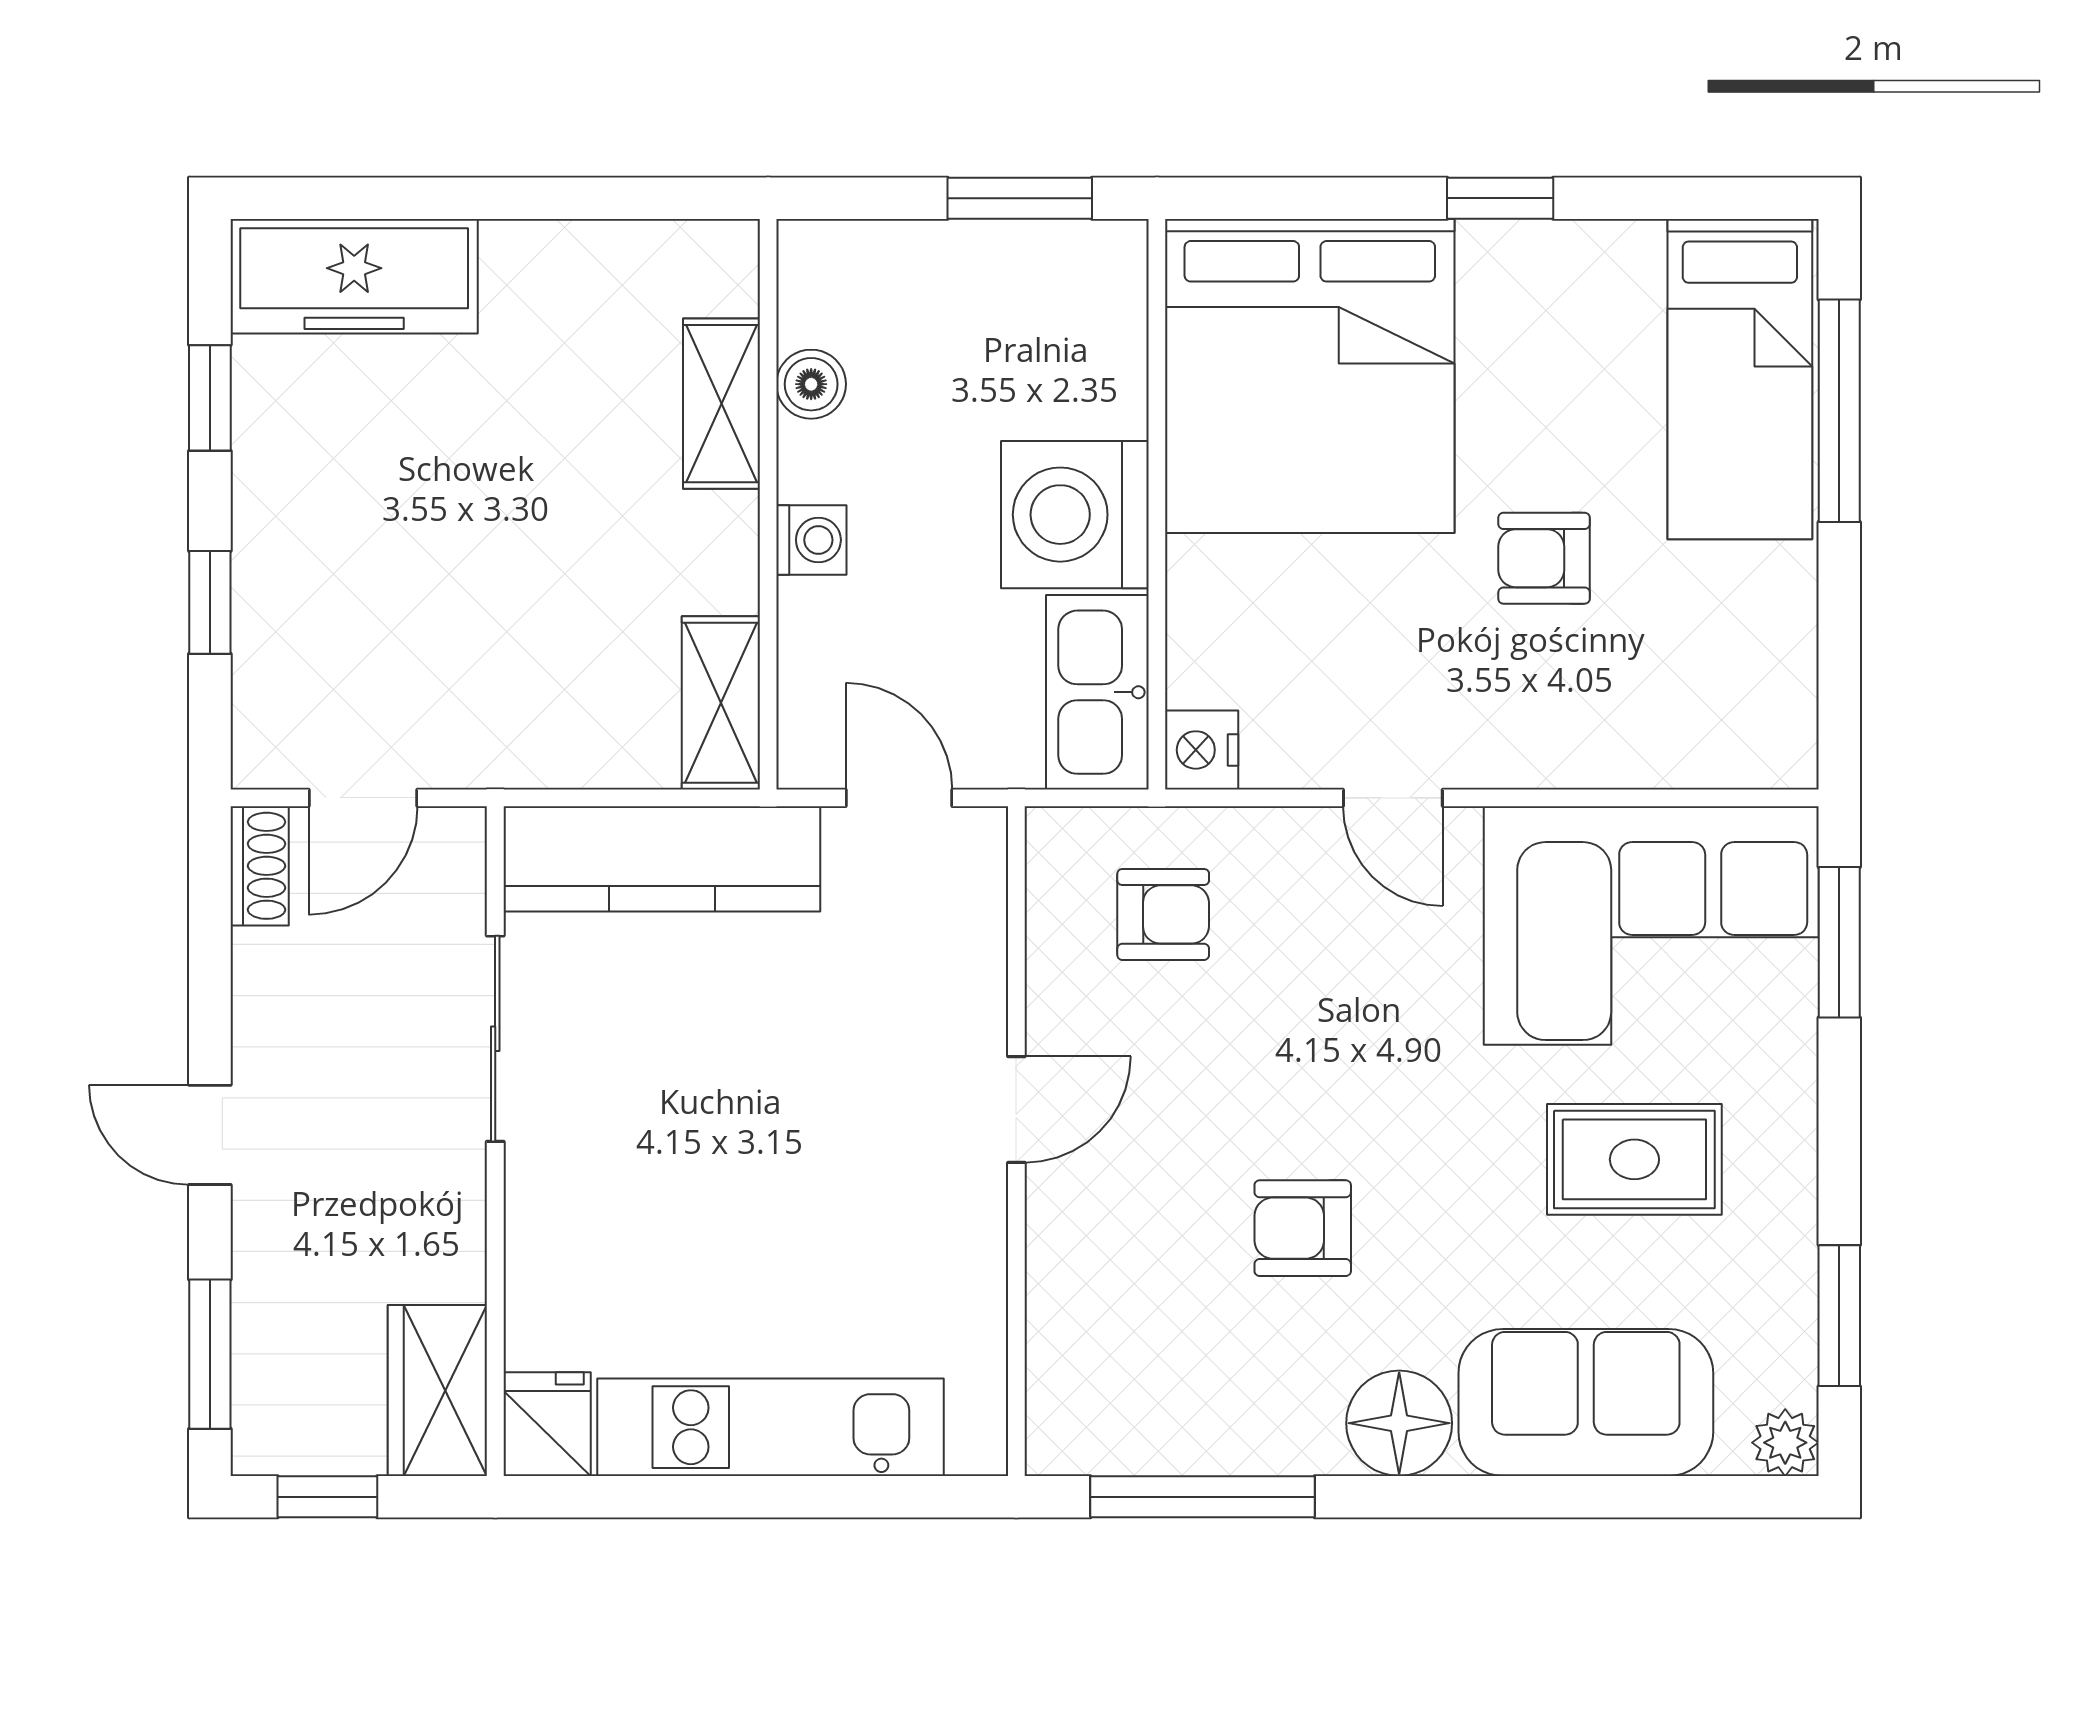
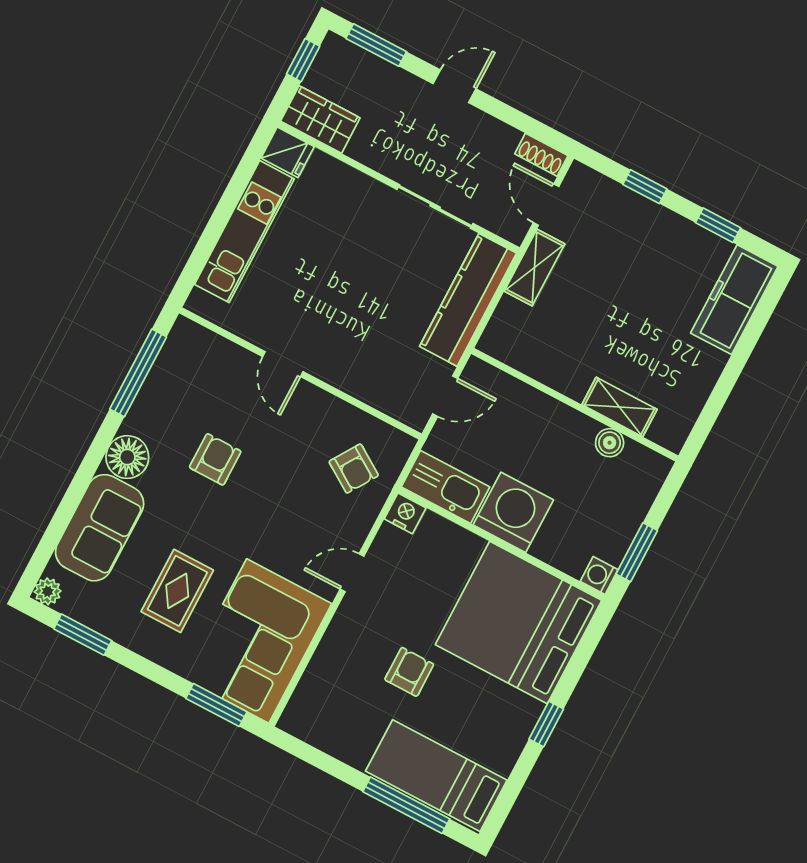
washing machine: (811, 540) -> (599, 575), moved, turned 90
shelving: (721, 703) -> (535, 268), moved, turned 90
armchair: (1163, 914) -> (354, 469), turned -57
door: (1016, 1109) -> (283, 364), moved

